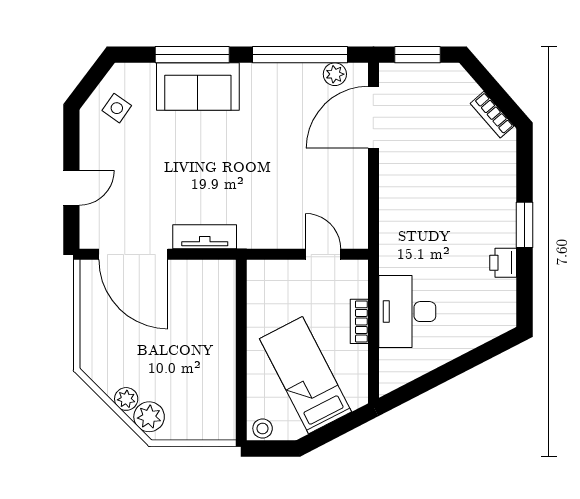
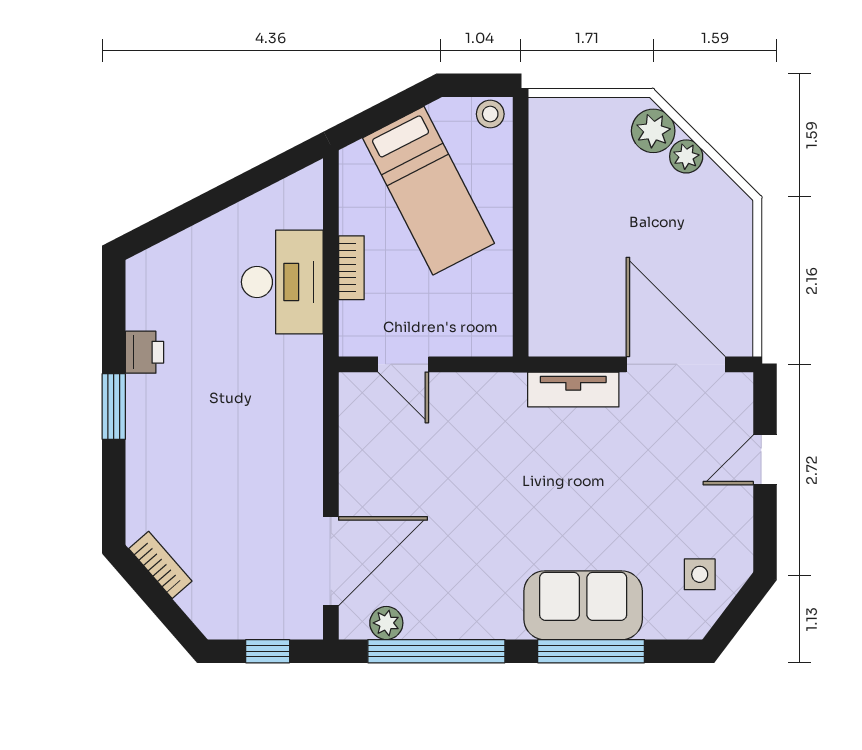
window: (417, 55) -> (268, 651), width x0.67
side table: (117, 108) -> (700, 574), turned -35

